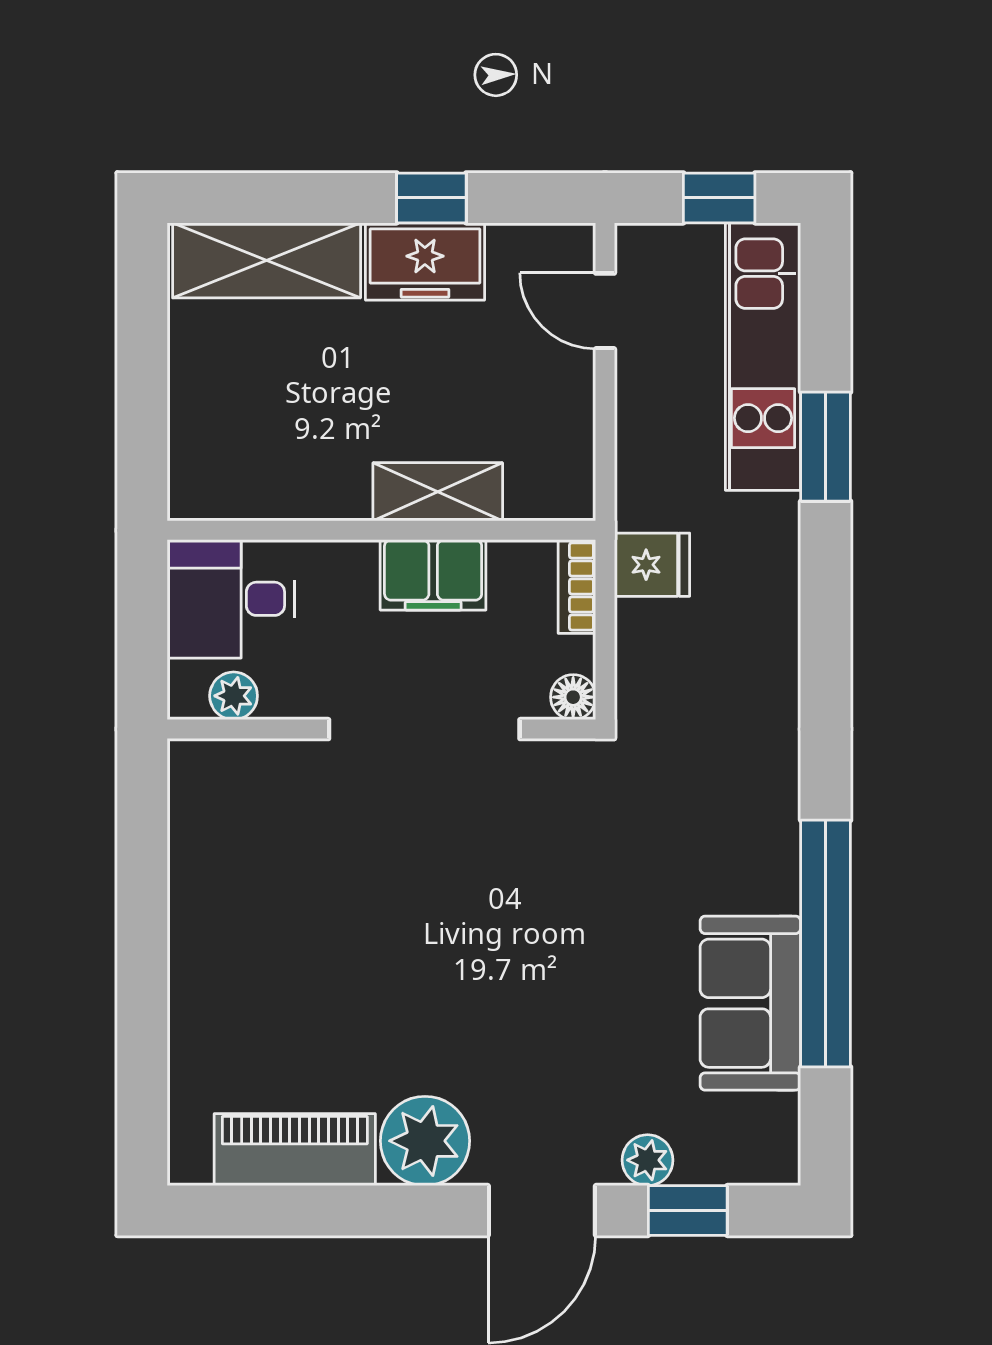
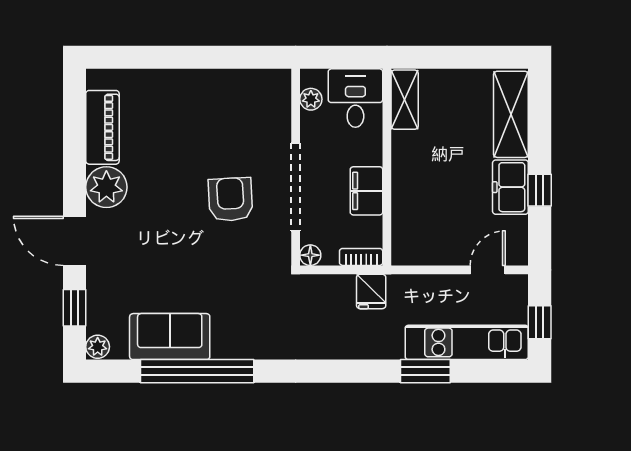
shelving: (438, 492) -> (405, 100), moved
armchair: (452, 871) -> (230, 199), added
plant: (648, 1160) -> (98, 347), moved

